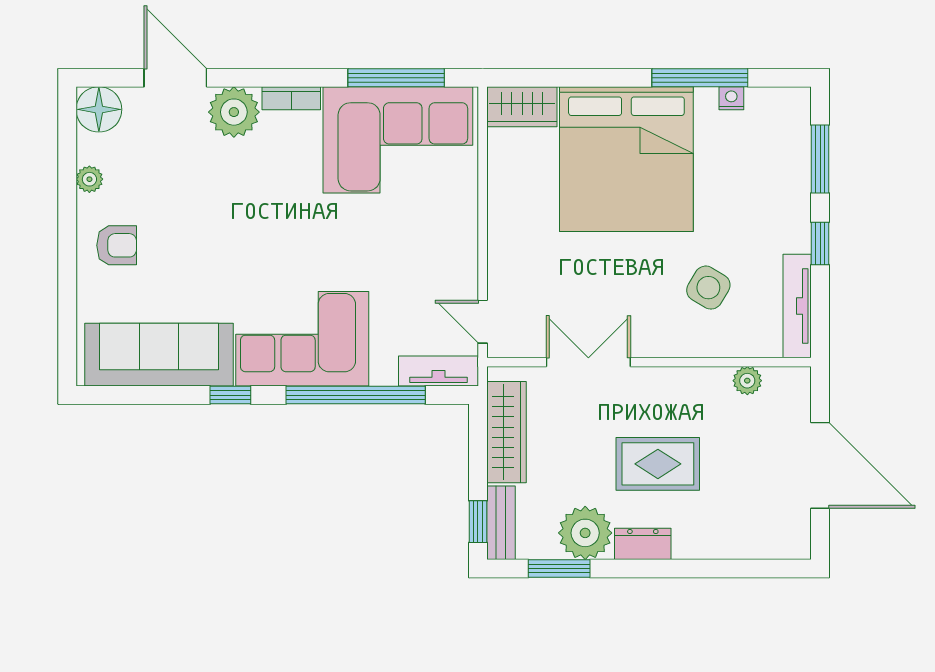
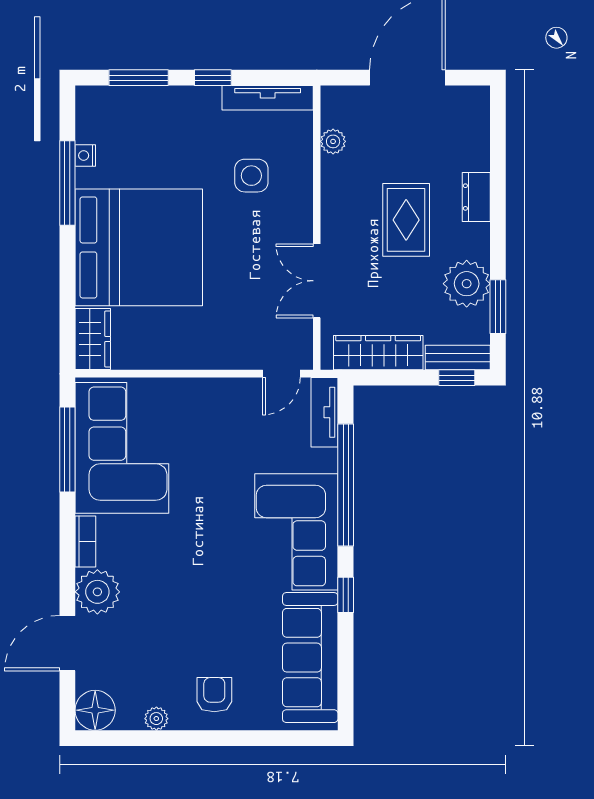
side table: (708, 288) -> (251, 176), turned -31
dresser: (643, 544) -> (476, 197), moved

